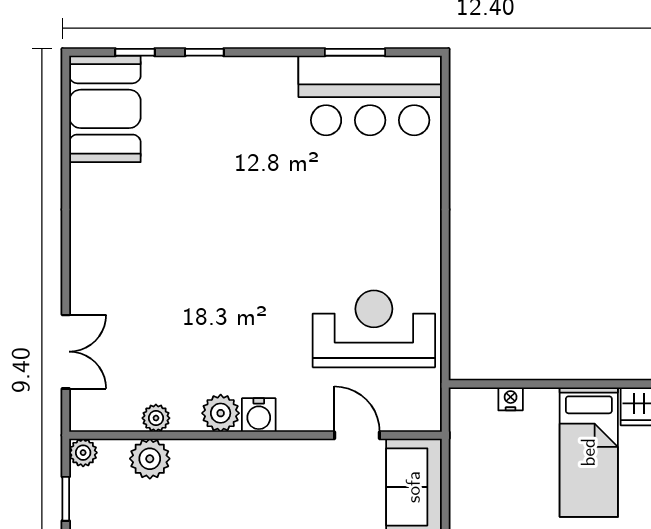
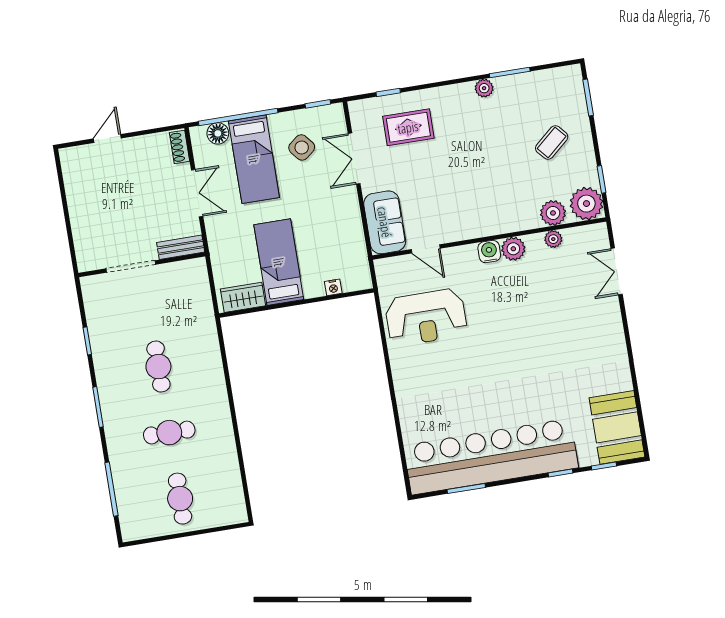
bar counter: (370, 95) -> (491, 457), width x1.86
plant: (83, 453) -> (586, 204), width x1.88, depth x1.88

